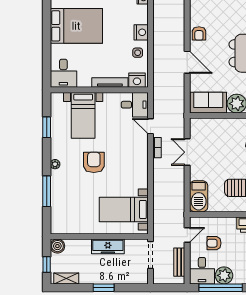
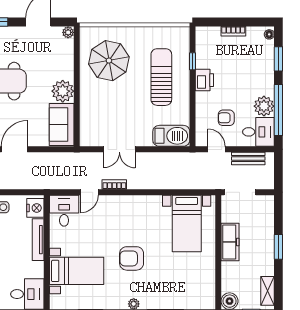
armchair: (214, 243) -> (226, 118), turned 90

